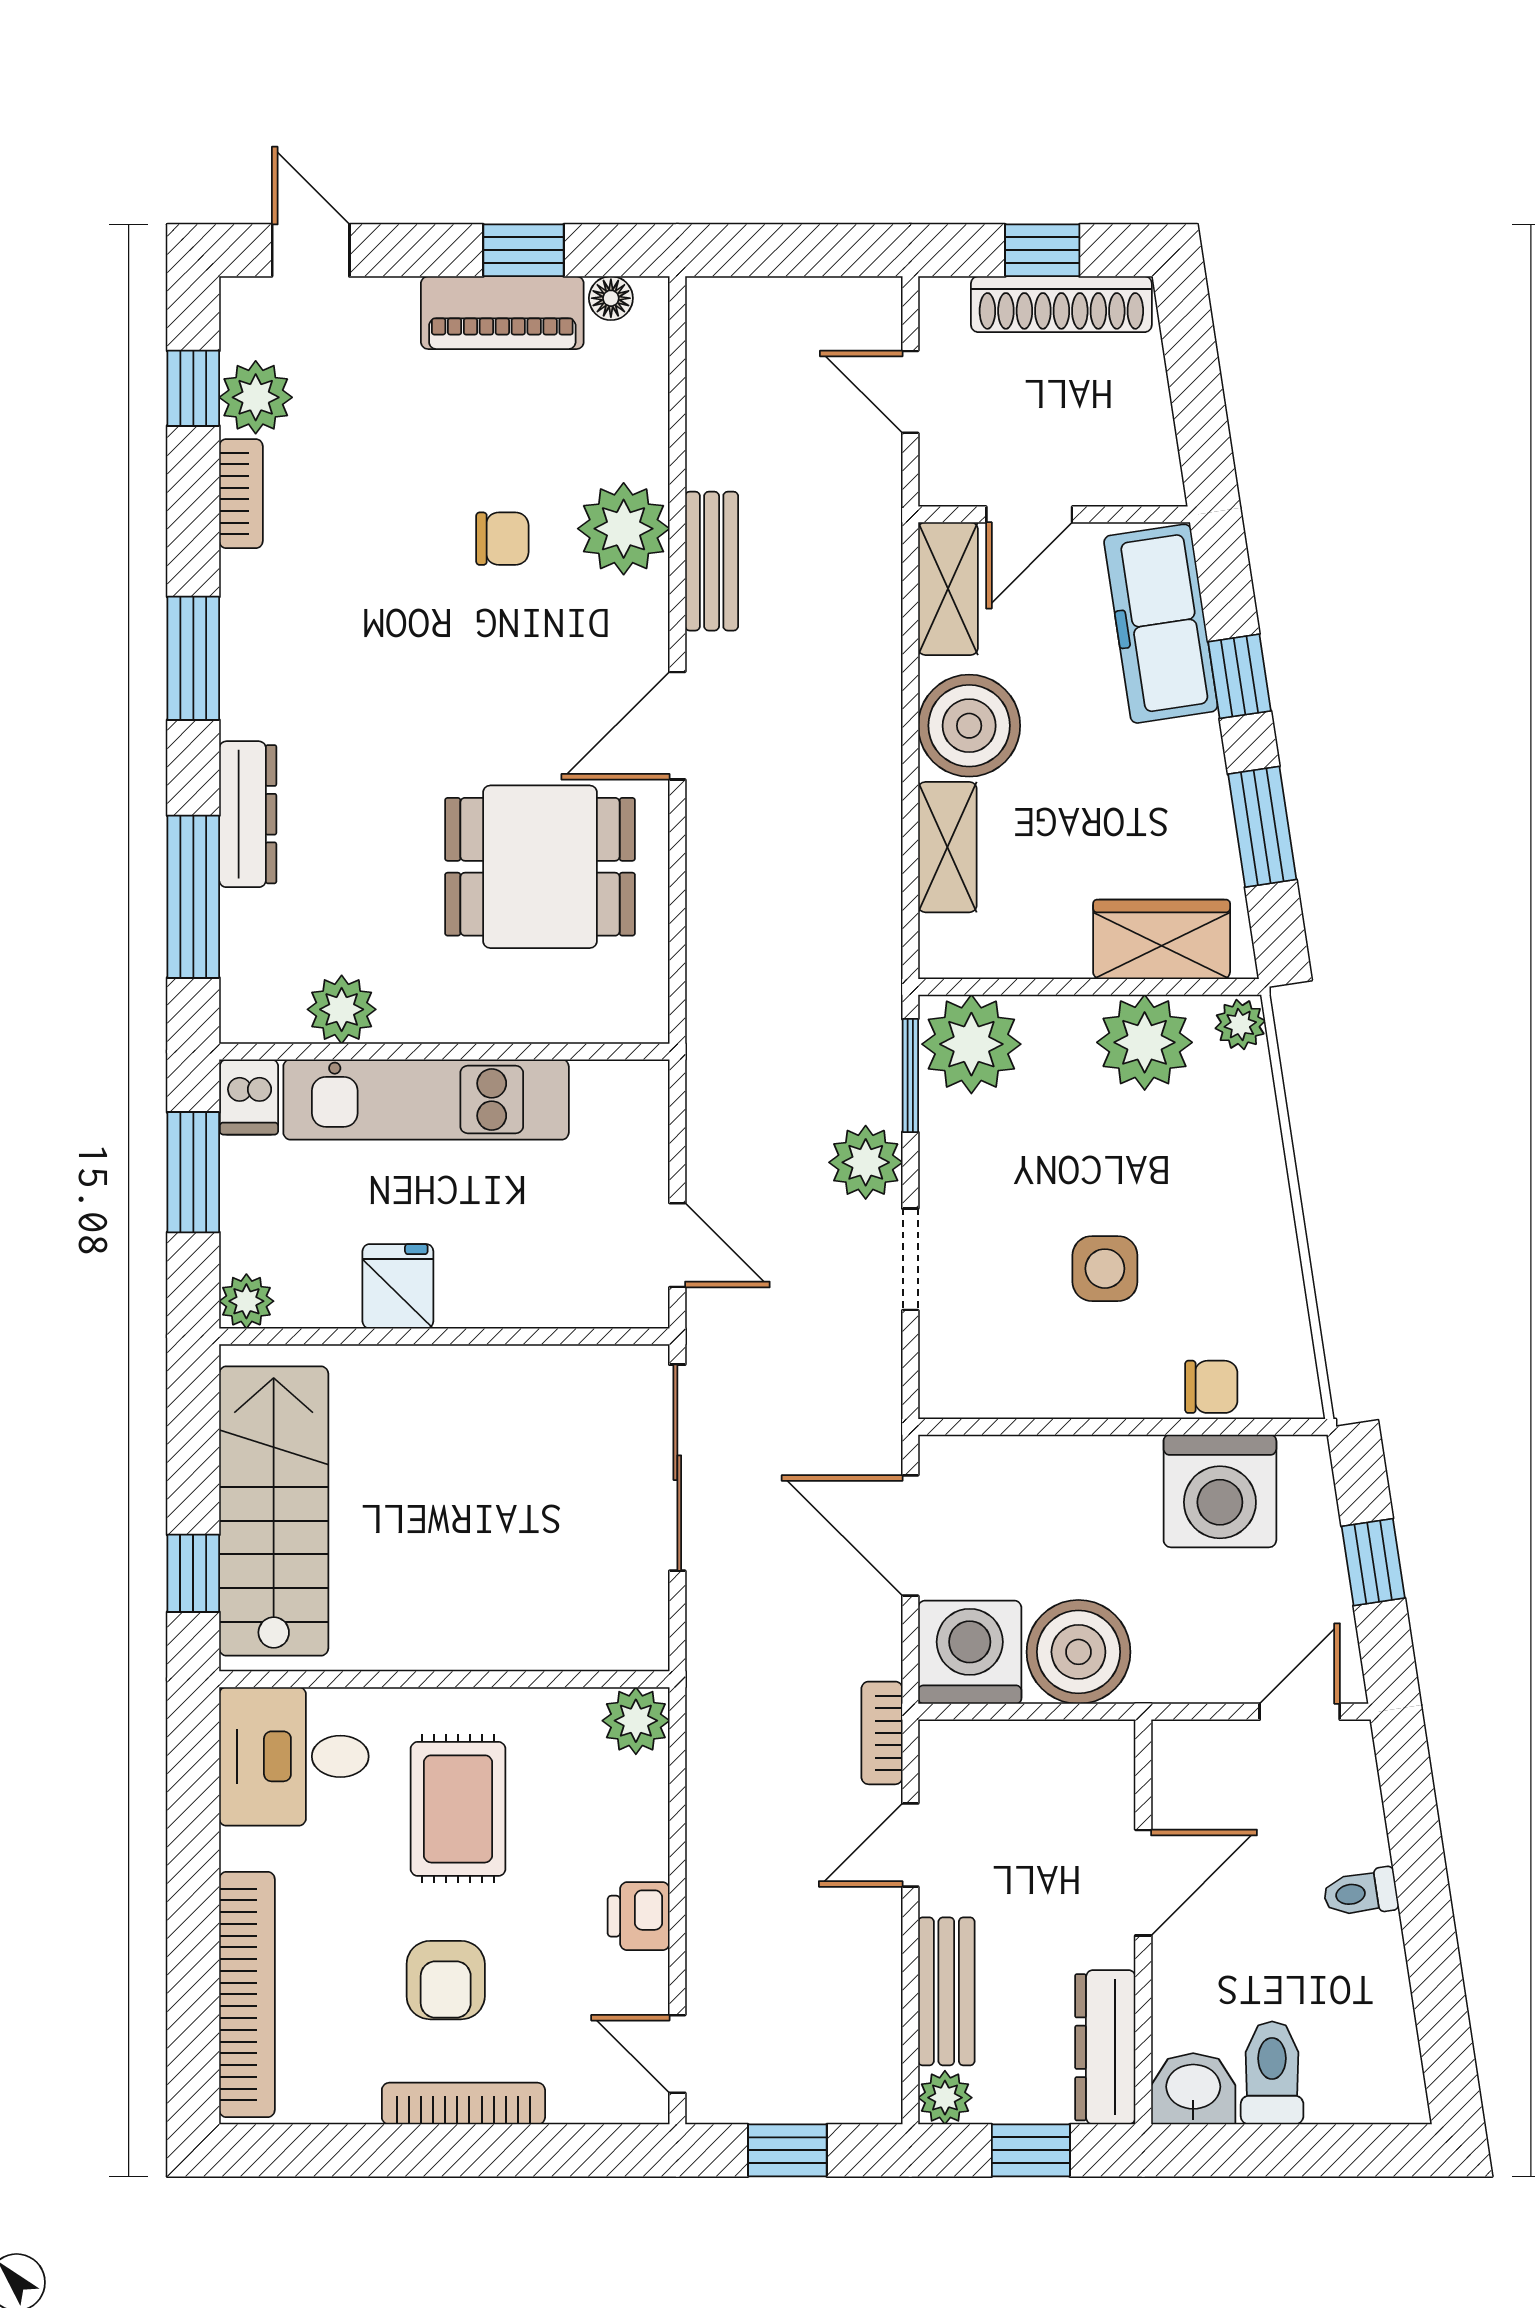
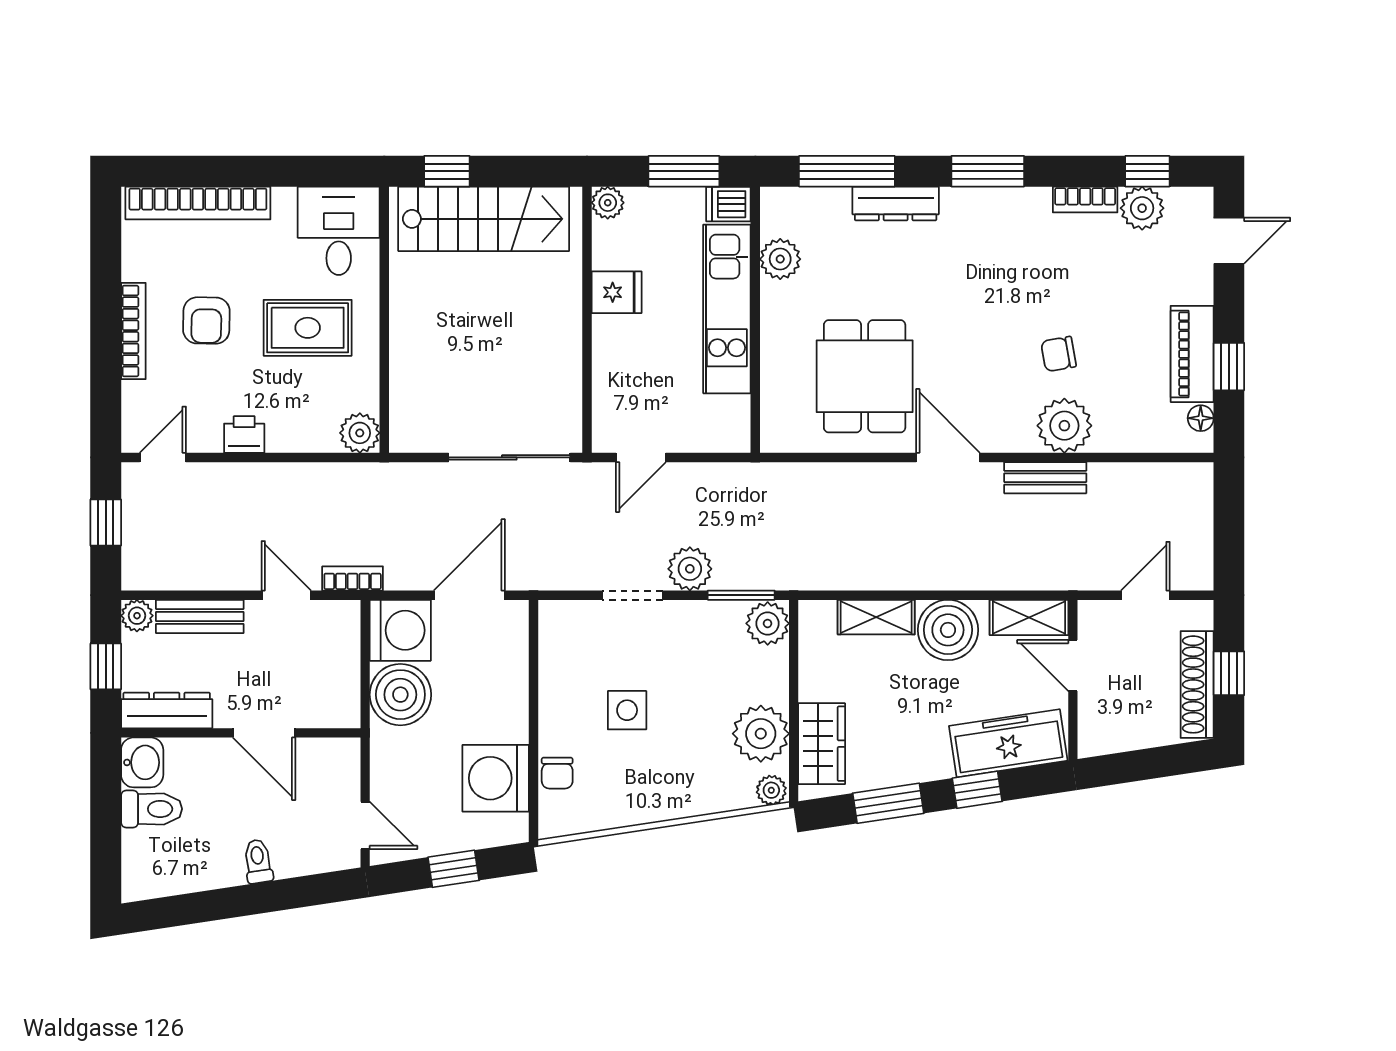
chair: (502, 539) -> (1059, 354), turned 80
plant: (971, 1044) -> (768, 623), width x0.73, depth x0.73
armchair: (446, 1980) -> (206, 320), turned -89

